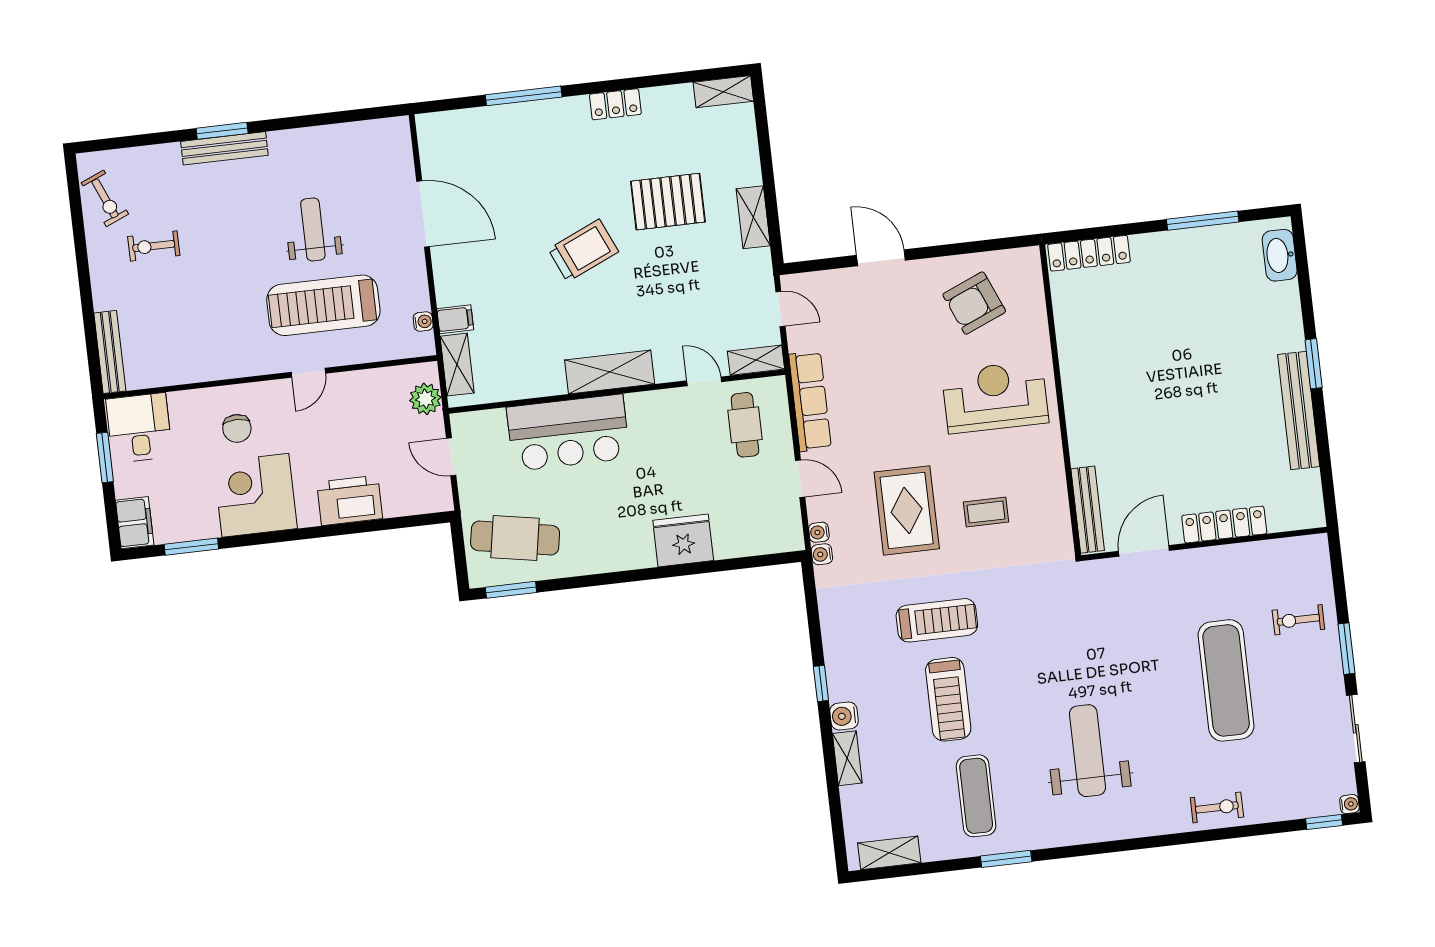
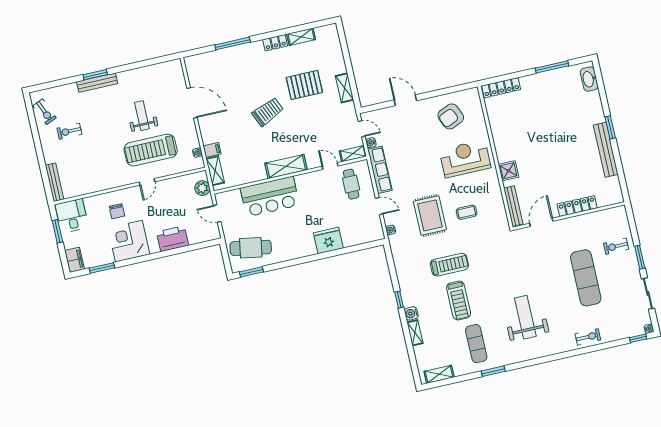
shelving: (723, 92) -> (301, 37), moved
shower: (1085, 433) -> (508, 171), added
water cooler: (822, 554) -> (371, 143), moved

